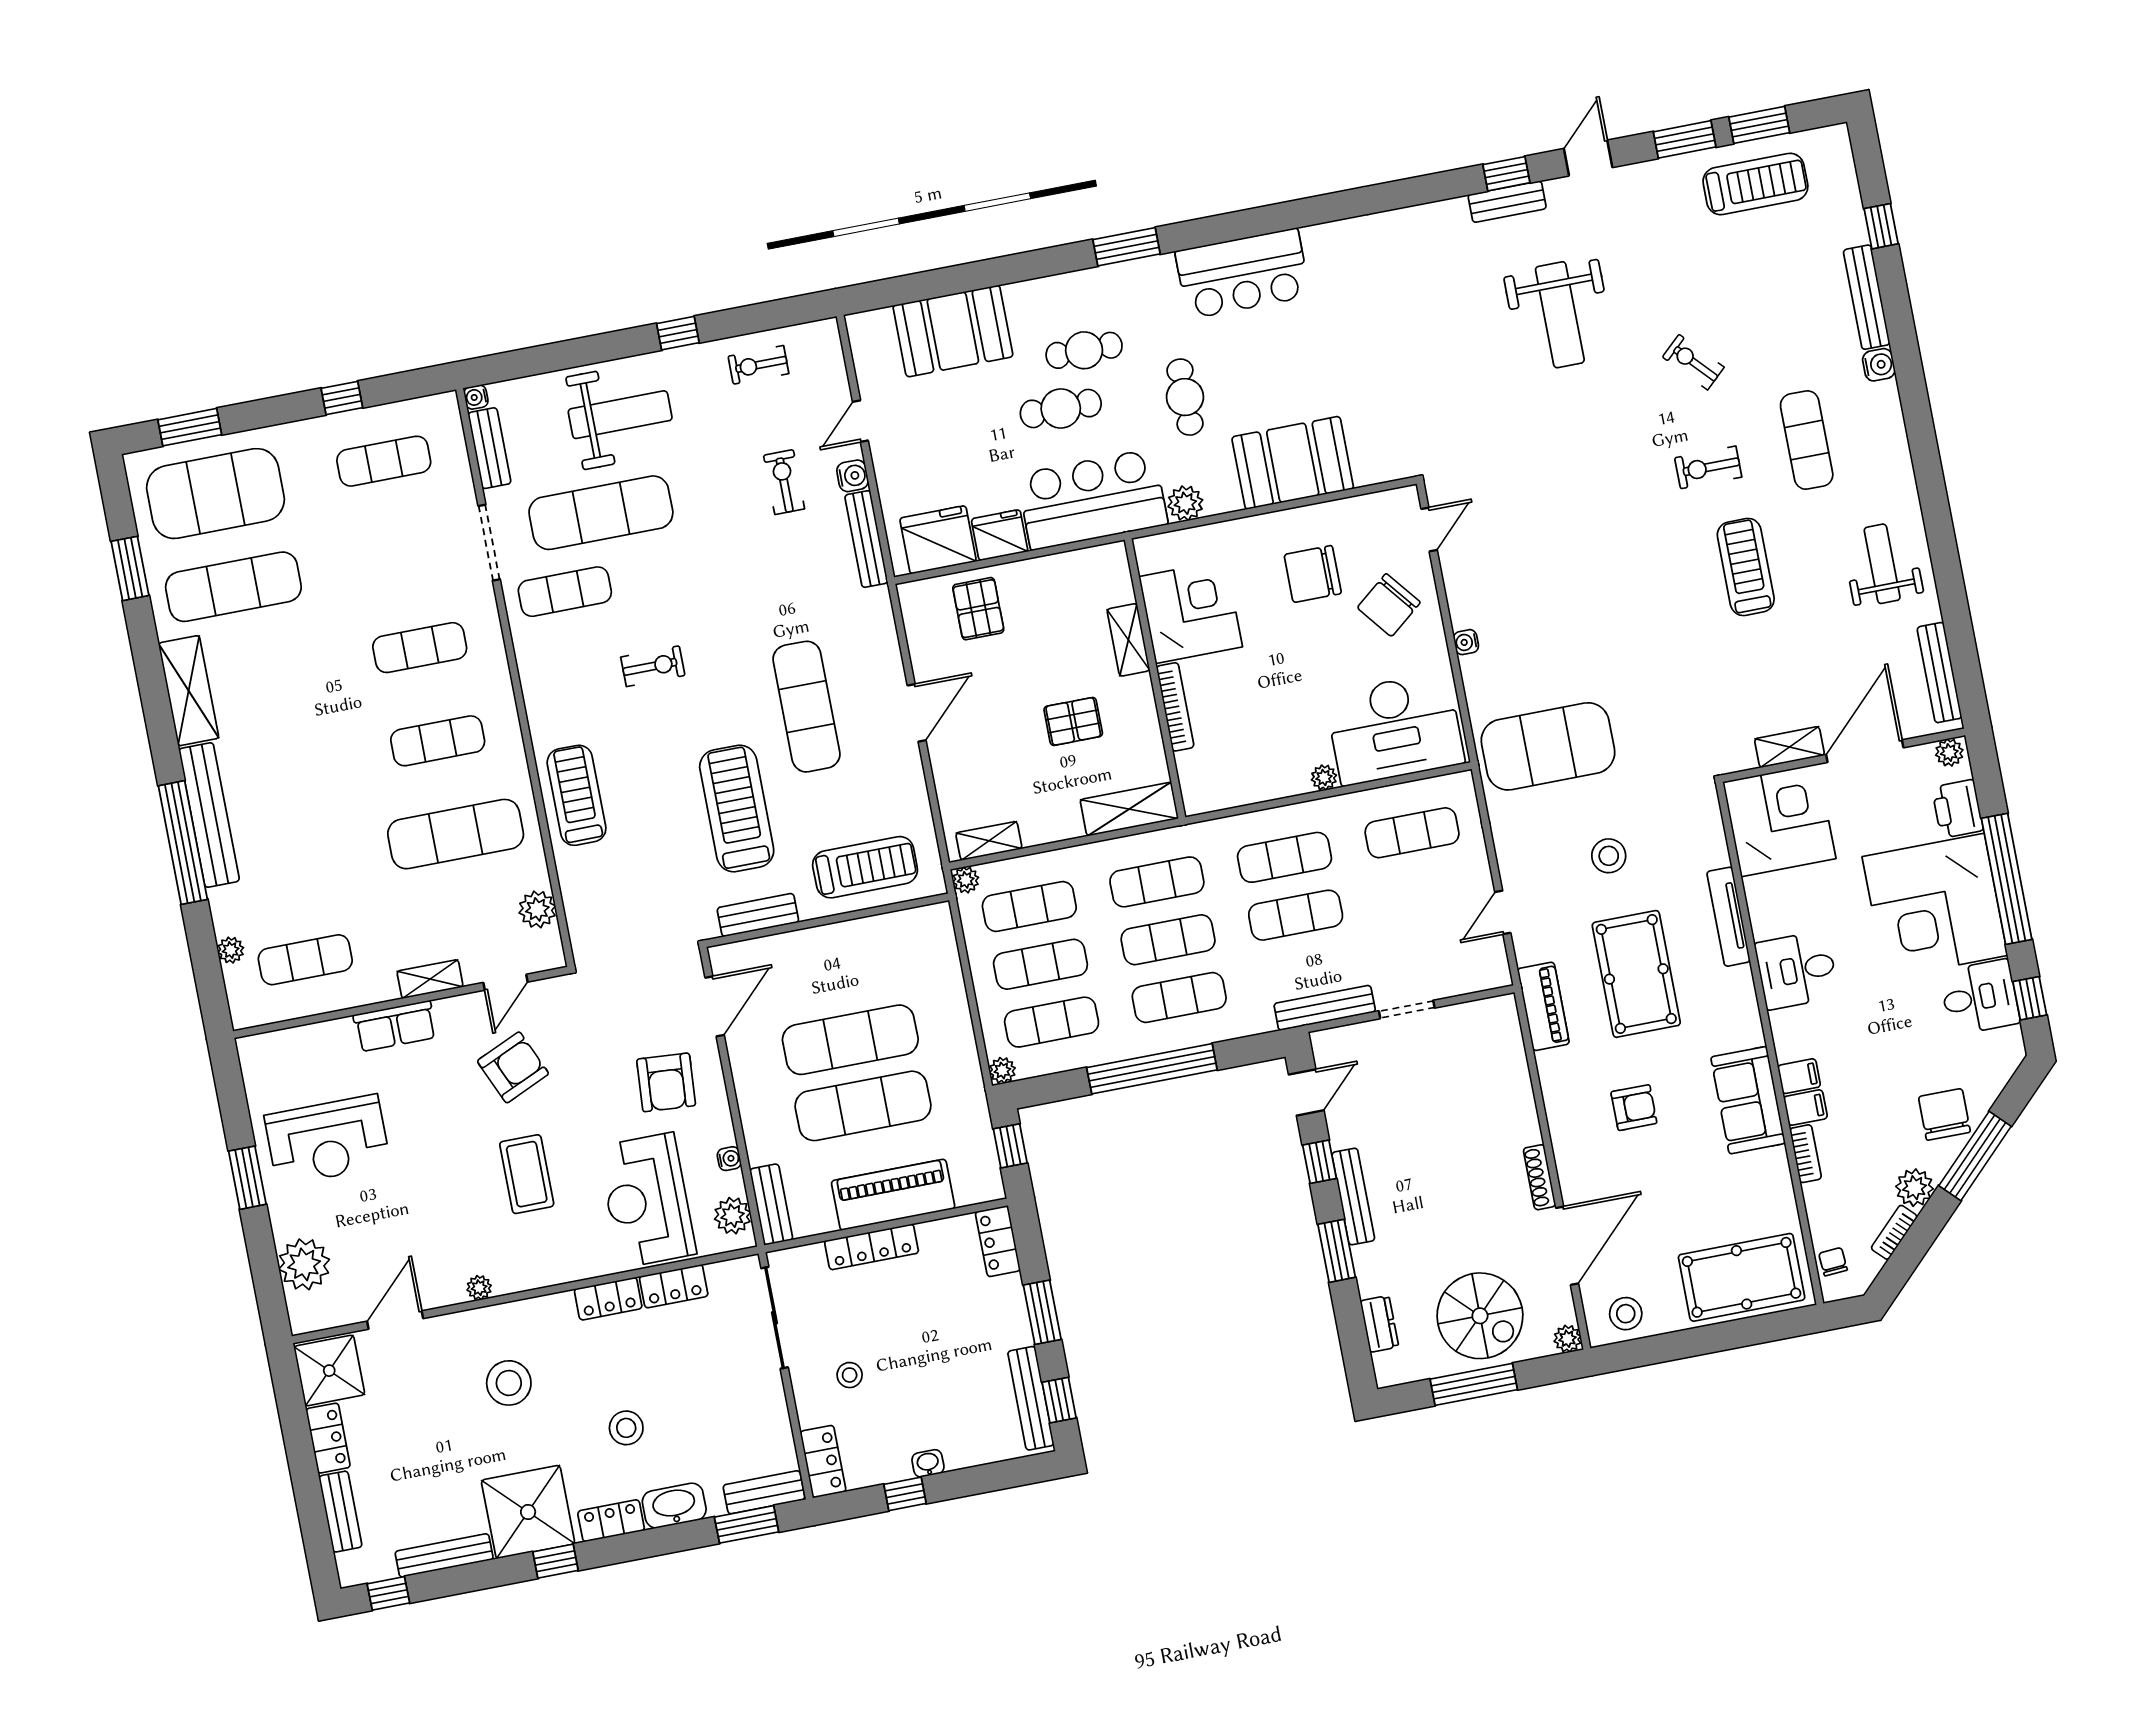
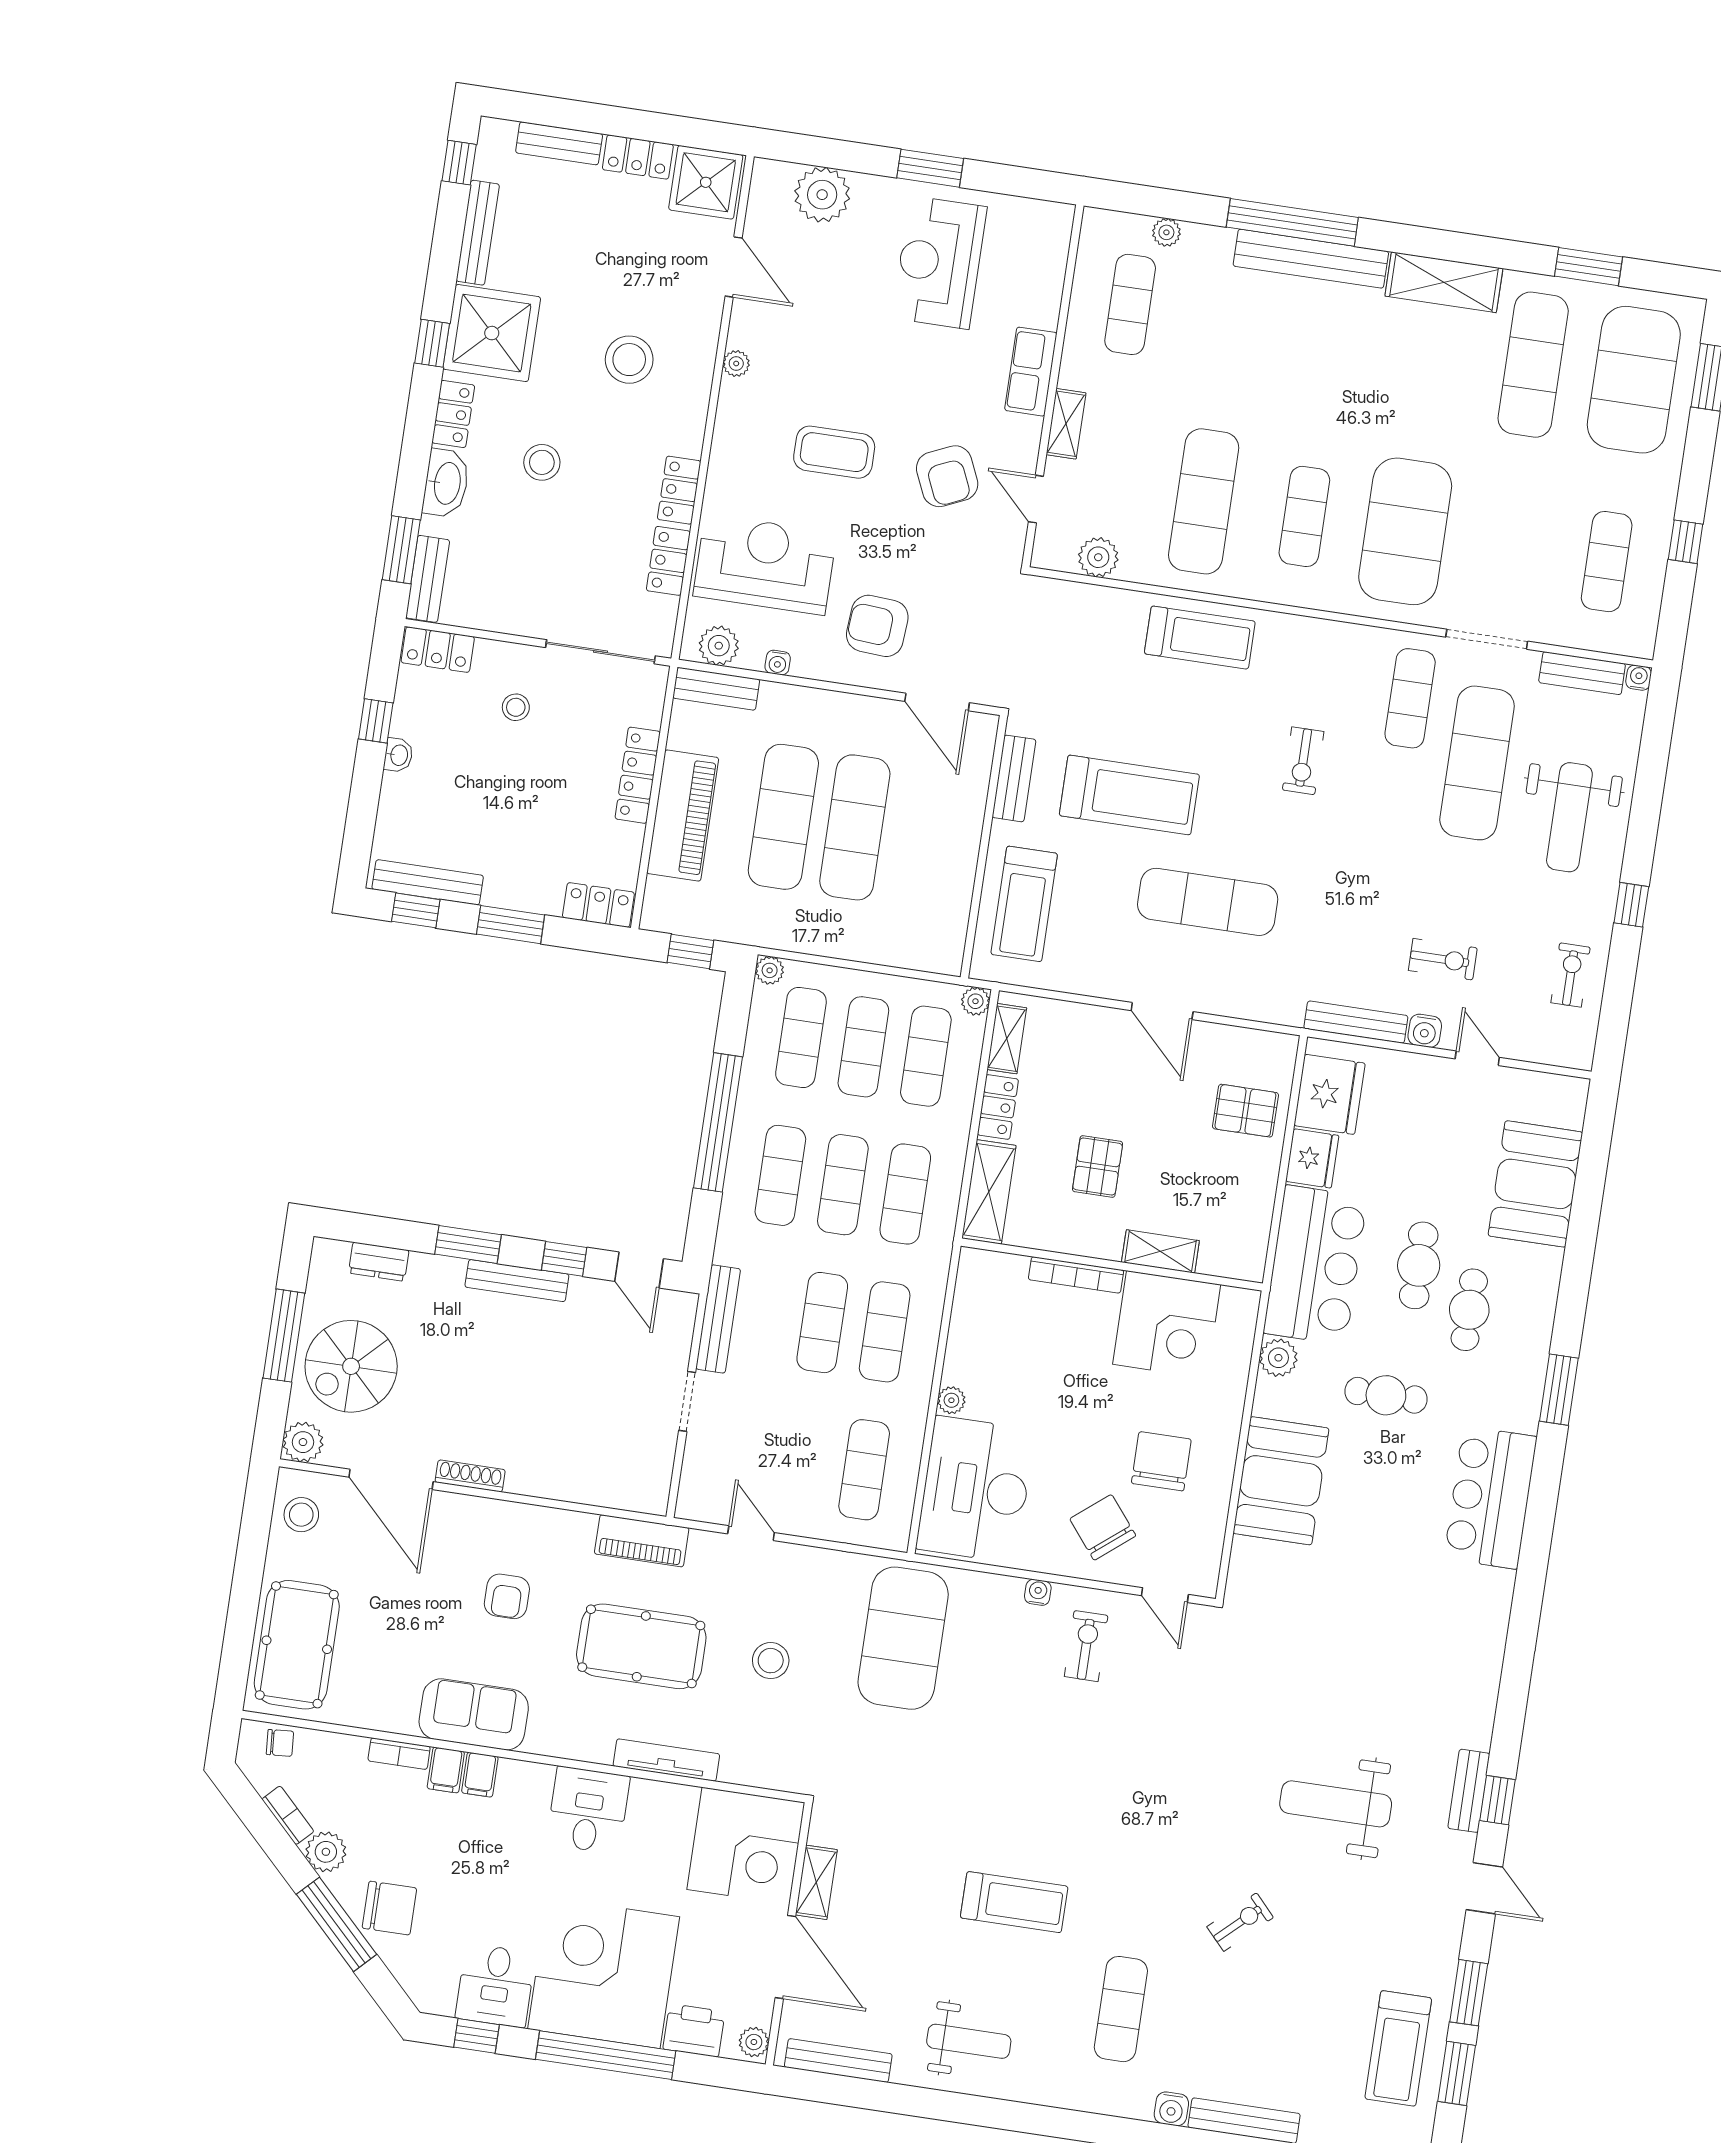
exercise mat: (1807, 440) -> (1121, 2009), turned 90
exercise bike: (1708, 467) -> (1086, 1646), moved
exercise mat: (420, 648) -> (1405, 531), width x2.00, depth x1.45
locker: (1052, 827) -> (998, 1107), added
plant: (1568, 1339) -> (303, 1442), width x1.38, depth x1.38

